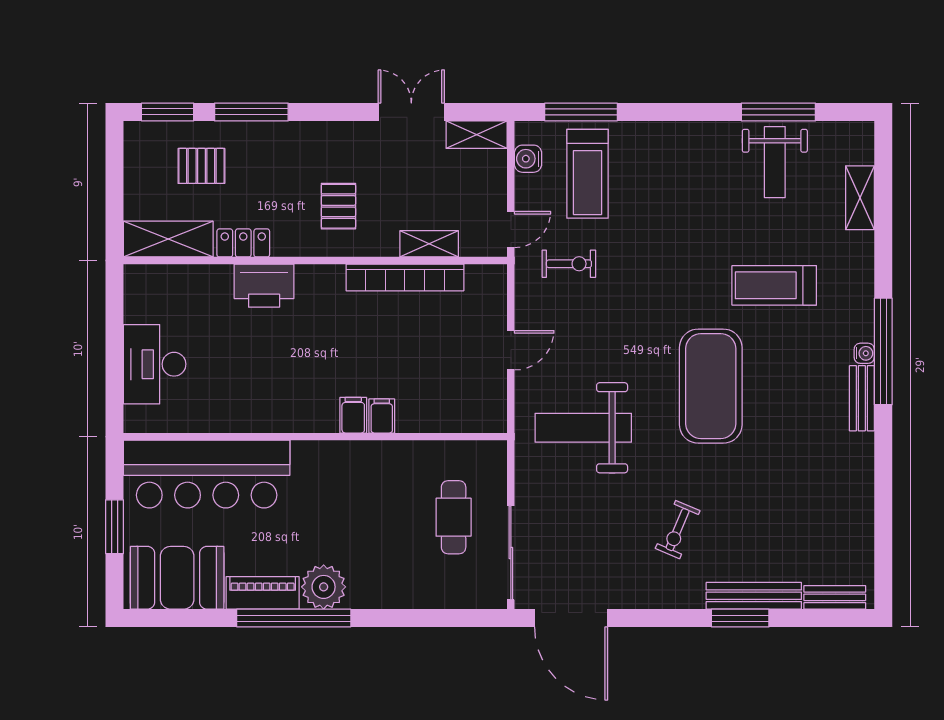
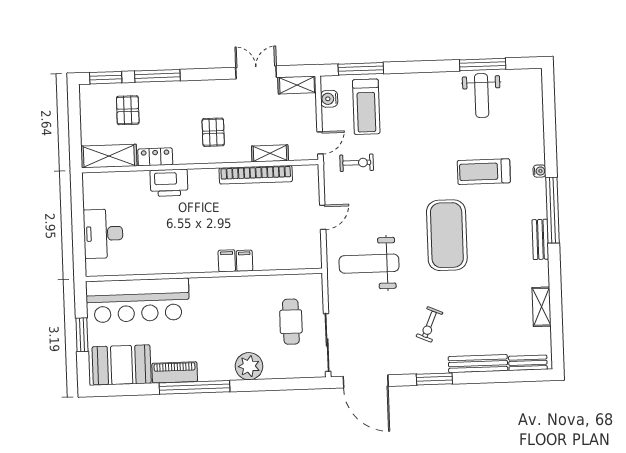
pallet: (201, 166) -> (128, 110), turned 90
shelving: (860, 198) -> (542, 307), moved
water cooler: (864, 353) -> (539, 171), moved
plant: (324, 587) -> (249, 366), moved
window: (740, 618) -> (434, 379), moved

